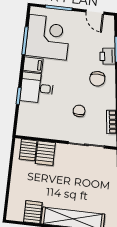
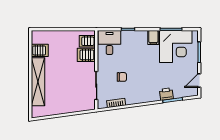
chair: (97, 79) -> (148, 88), removed
desk: (37, 88) -> (109, 43), moved

